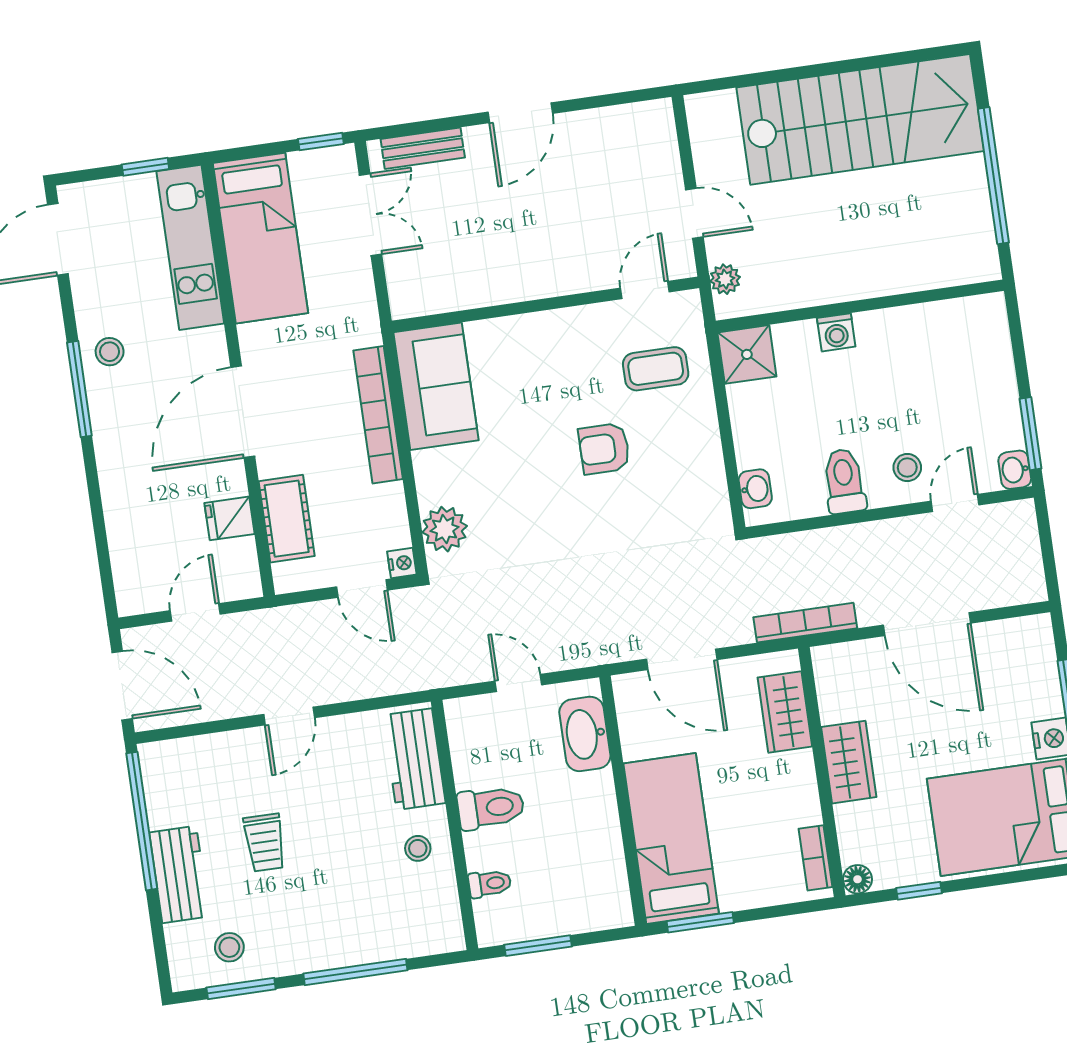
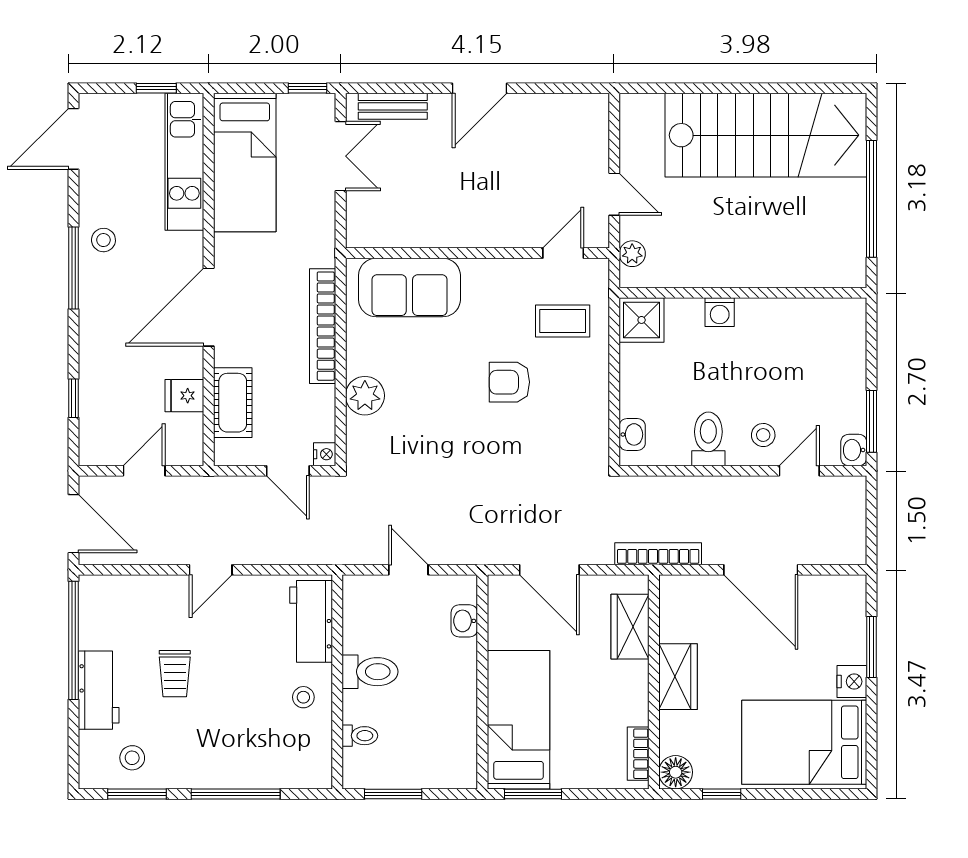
sofa: (436, 386) -> (409, 287), moved, turned 90
plant: (445, 529) -> (365, 396), moved
window: (101, 540) -> (73, 398), added
washbasin: (585, 734) -> (464, 621), width x0.52, depth x0.69
floor lamp: (857, 879) -> (676, 772), width x1.37, depth x1.37

